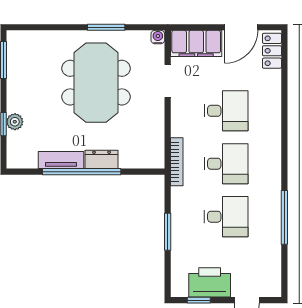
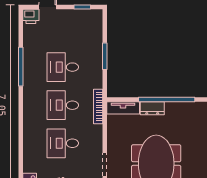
tv unit: (61, 160) -> (123, 108), moved
printer: (210, 282) -> (31, 16), moved, width x0.53, depth x0.68

